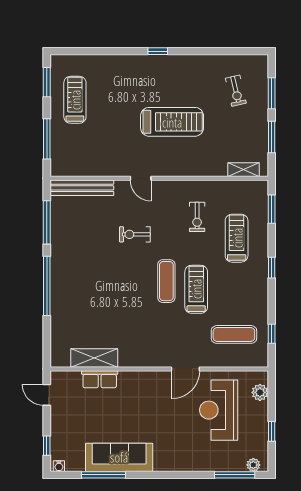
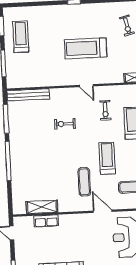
treadmill: (172, 122) -> (86, 48), turned 180
door: (141, 178) -> (86, 86), moved
exercise mat: (166, 281) -> (84, 182), moved
door: (185, 369) -> (103, 211), swing flipped

